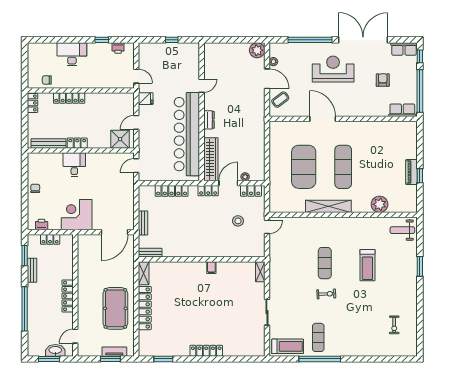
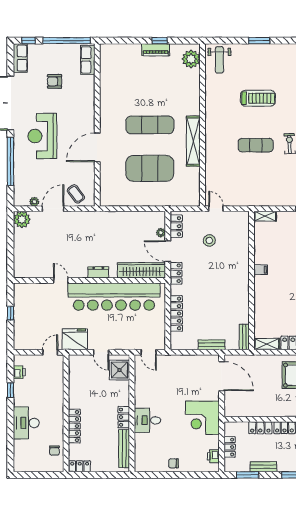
fridge: (146, 99) -> (75, 339), width x1.88, depth x1.34
plant: (380, 204) -> (191, 59), moved
locker: (68, 267) -> (260, 428), added

